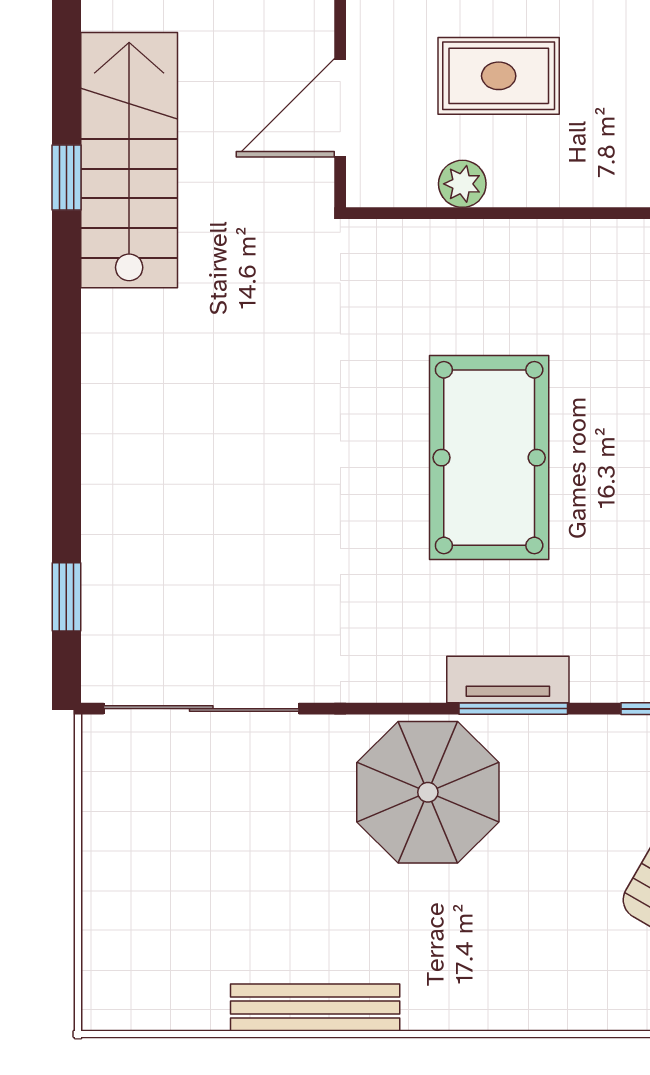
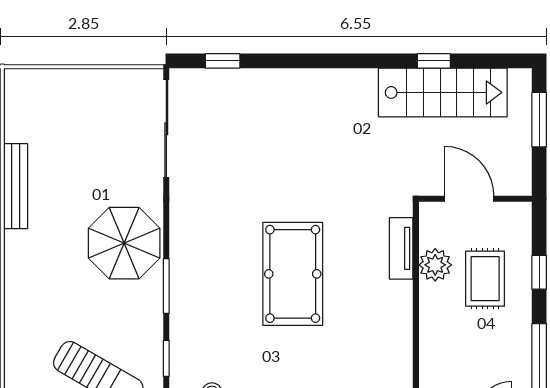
plant: (462, 184) -> (435, 265), width x1.38, depth x1.38
pool table: (489, 458) -> (293, 274), turned 90
tv unit: (508, 680) -> (401, 248), moved, turned 180

